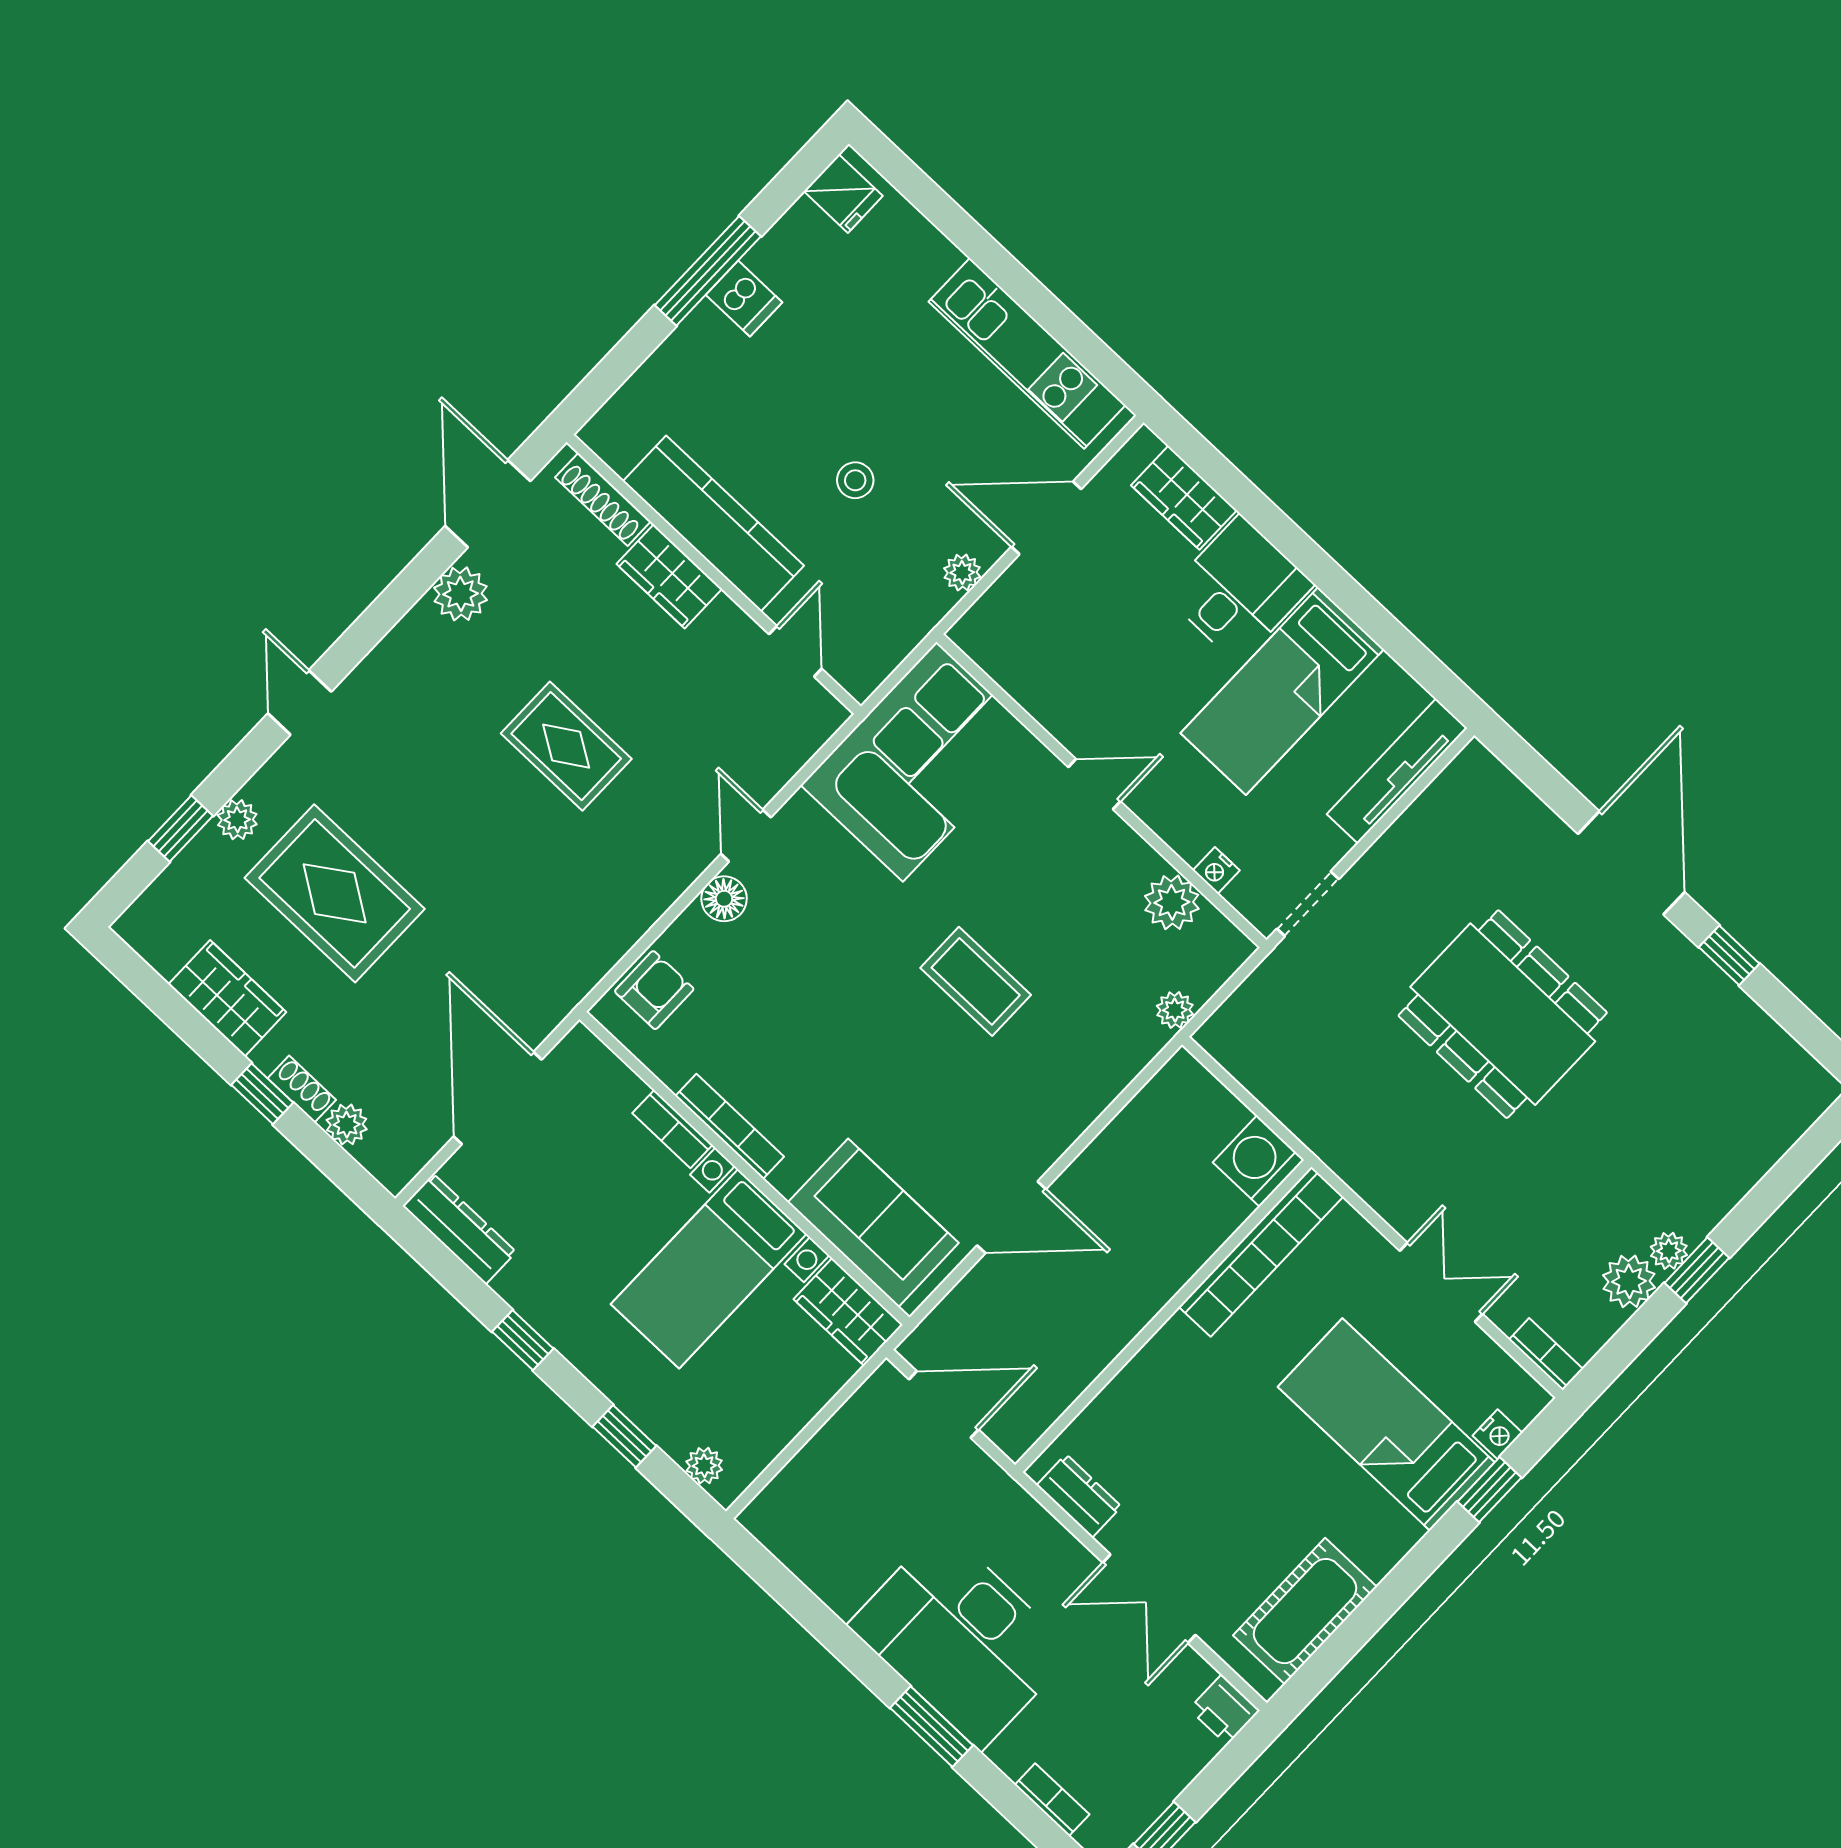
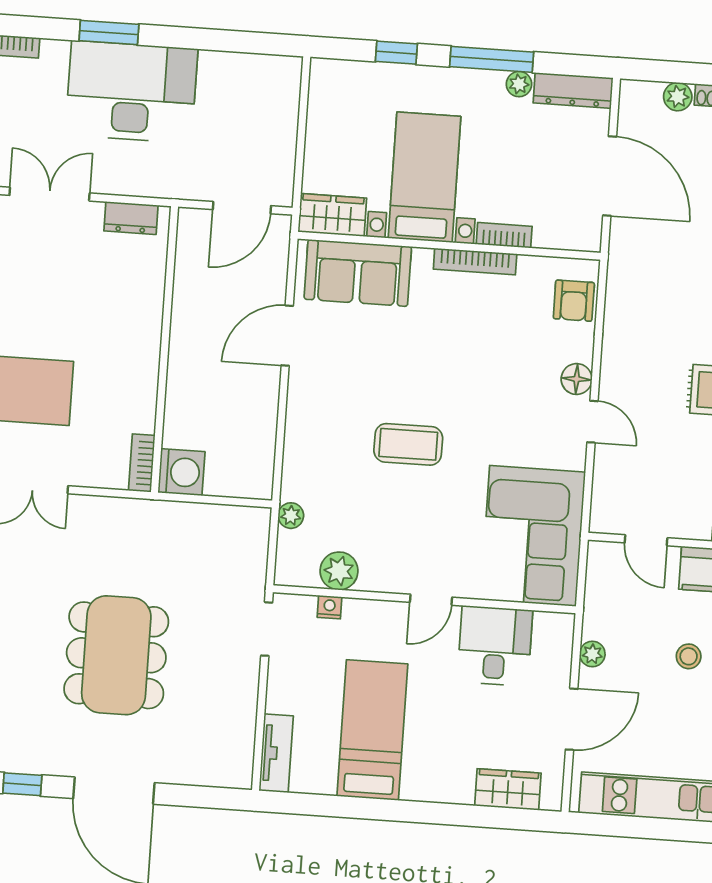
desk: (1239, 590) -> (495, 646), moved, turned 180
tv unit: (1397, 771) -> (276, 753), width x0.71
dining table: (1503, 1014) -> (116, 655), turned 90
bookcase: (1261, 1252) -> (142, 463), width x0.43, depth x0.76
window: (523, 1340) -> (492, 59), width x2.17
plant: (704, 1466) -> (519, 84), moved

